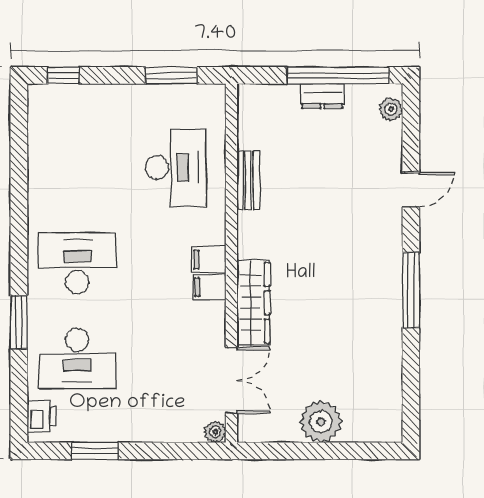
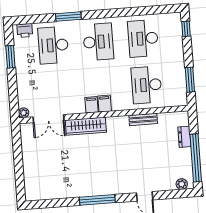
dresser: (322, 96) -> (184, 137), moved
desk: (77, 168) -> (143, 38), added
desk: (176, 168) -> (147, 85), turned 90
plant: (321, 422) -> (32, 162), removed

